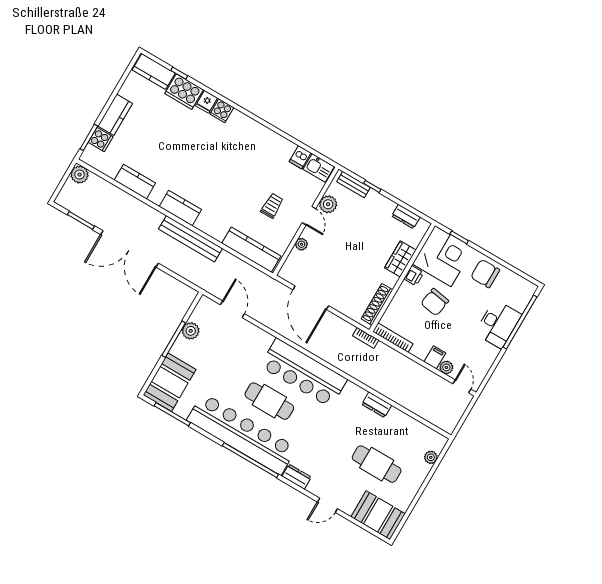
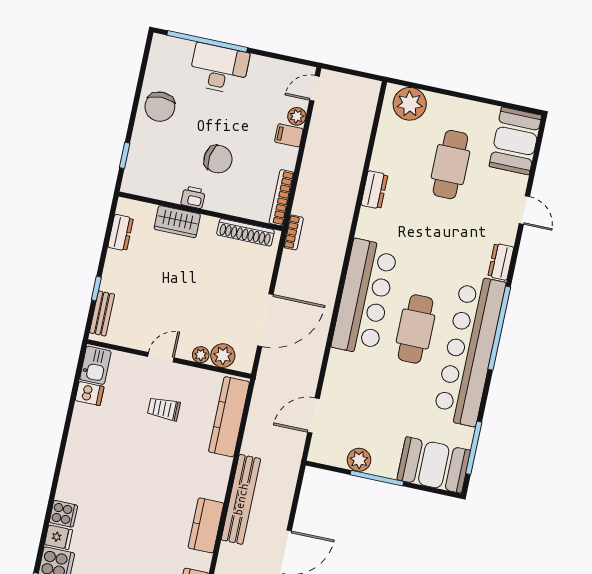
plant: (328, 204) -> (223, 356), moved
corner desk: (443, 256) -> (155, 168), removed
plant: (431, 457) -> (410, 104), width x1.87, depth x1.87

